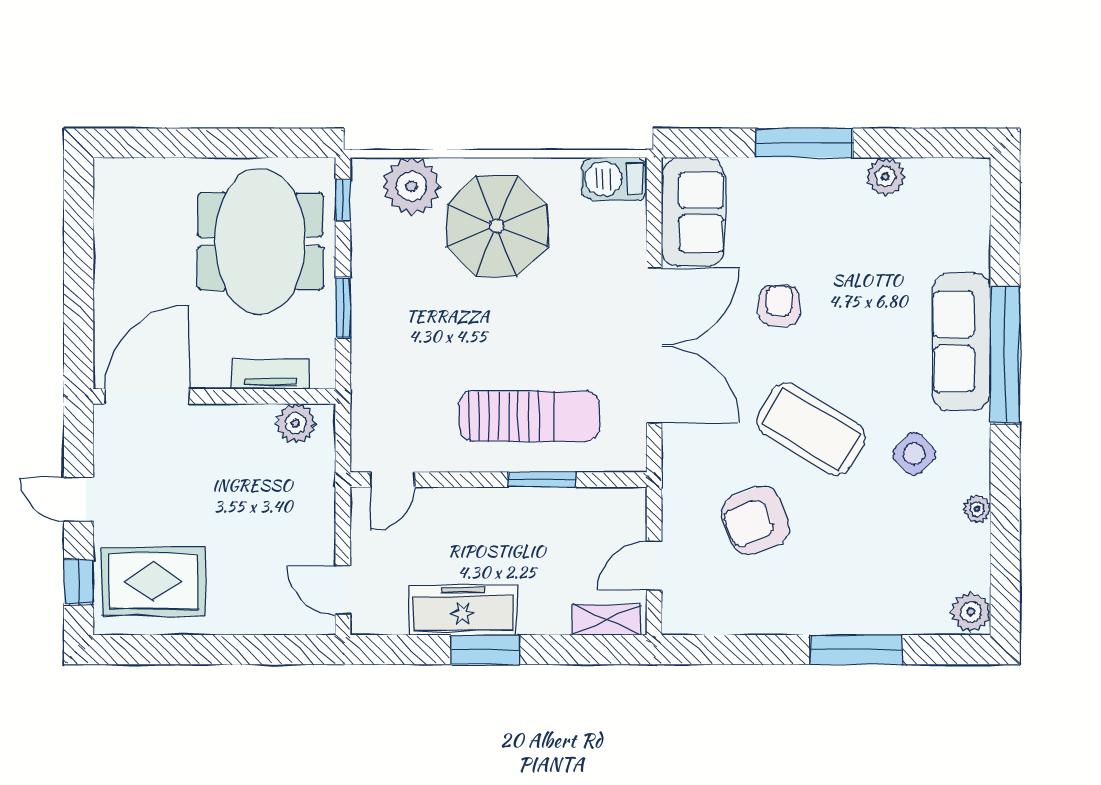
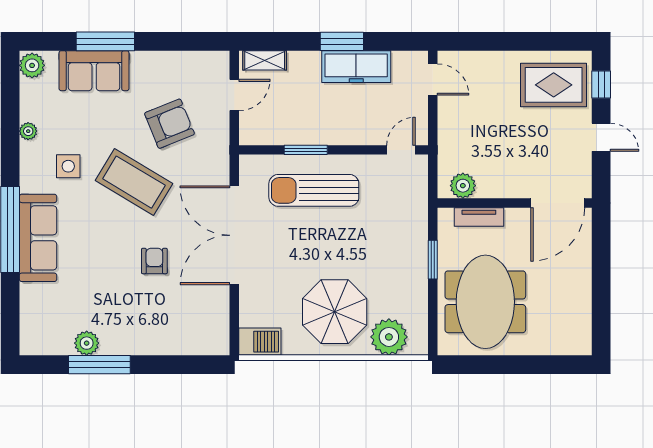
window: (805, 143) -> (99, 365), moved
window: (343, 201) -> (433, 328), removed
sofa: (693, 212) -> (94, 71), moved, turned -90
armchair: (779, 305) -> (154, 261), turned 180
side table: (914, 454) -> (68, 166), turned 45

